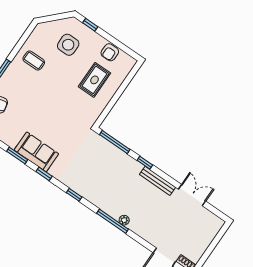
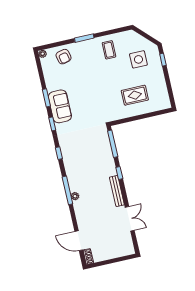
armchair: (110, 52) -> (159, 87), removed

